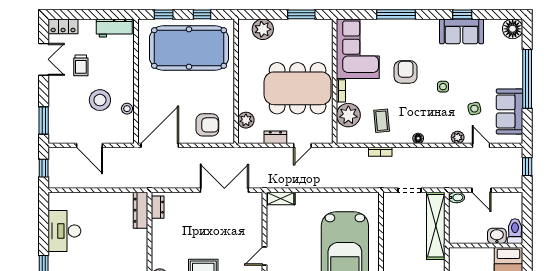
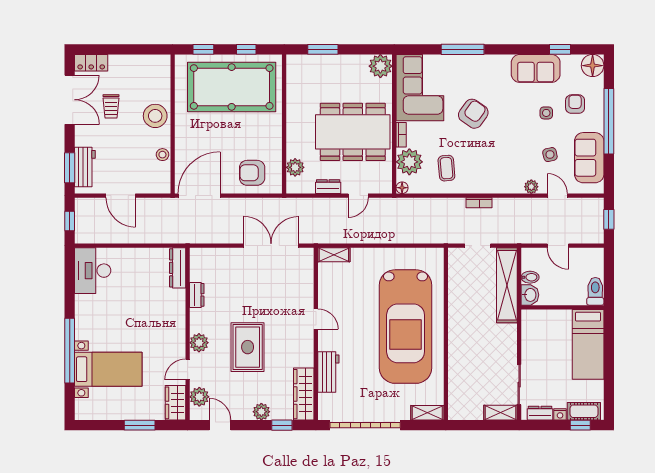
window: (301, 14) -> (323, 49), moved
window: (462, 14) -> (560, 49), moved
workbench: (114, 28) -> (85, 167), moved, turned -90
plant: (263, 29) -> (380, 66), moved
double door: (44, 59) -> (70, 100), width x1.37
armchair: (497, 63) -> (575, 104), added
armchair: (406, 72) -> (473, 114), turned 35
side table: (443, 87) -> (546, 113), moved
stool: (100, 100) -> (155, 116), moved
armchair: (207, 125) -> (252, 173), turned 180
floor lamp: (418, 138) -> (402, 188), moved
bookcase: (380, 152) -> (479, 203), moved
bidet: (457, 197) -> (530, 277), moved
dresser: (158, 207) -> (197, 295), moved
desk: (64, 231) -> (93, 271), moved
washbasin: (497, 236) -> (530, 295), moved, turned 90
door: (264, 256) -> (316, 319), swing flipped

